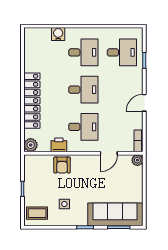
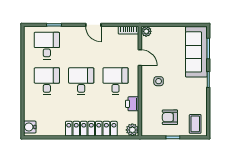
water cooler: (58, 34) -> (30, 127), moved
armchair: (62, 165) -> (170, 117), moved, turned 180
side table: (64, 204) -> (159, 81), moved

